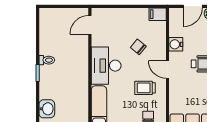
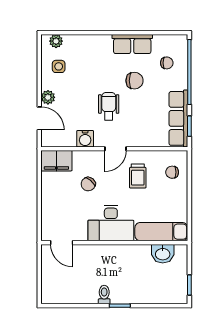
filing cabinet: (158, 14) -> (56, 161), width x2.00
washbasin: (47, 109) -> (163, 254), moved, turned 180

